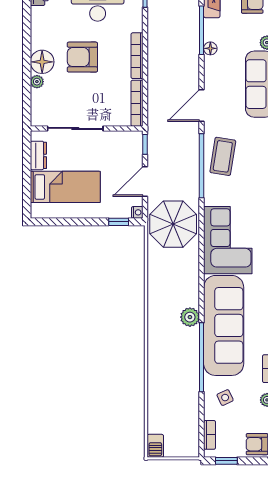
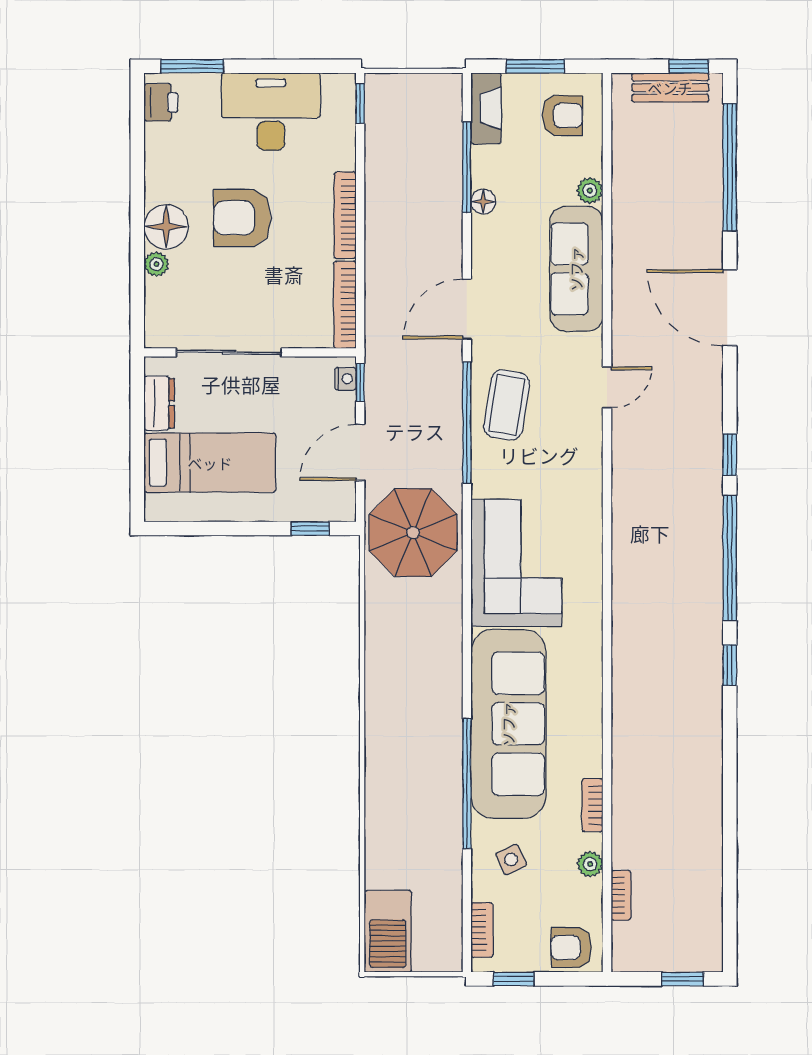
nightstand: (137, 212) -> (345, 379), moved
plant: (190, 317) -> (445, 708), removed
barbecue: (155, 446) -> (388, 931), width x1.88, depth x1.53

